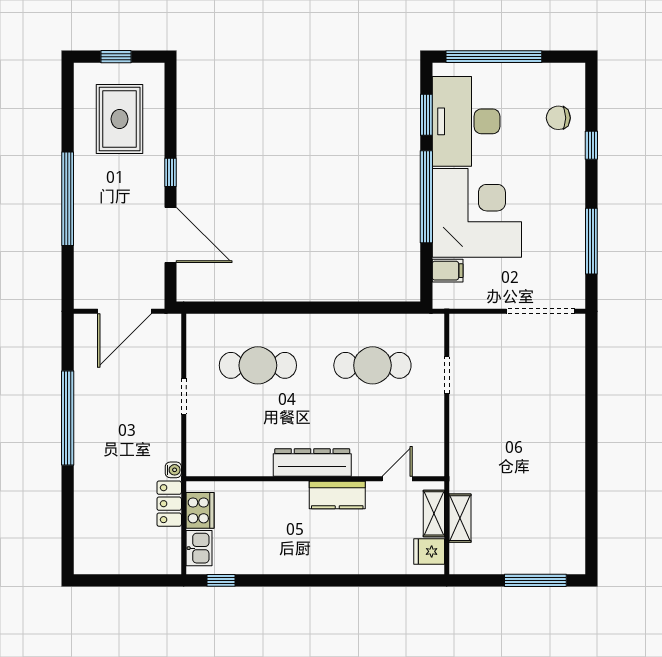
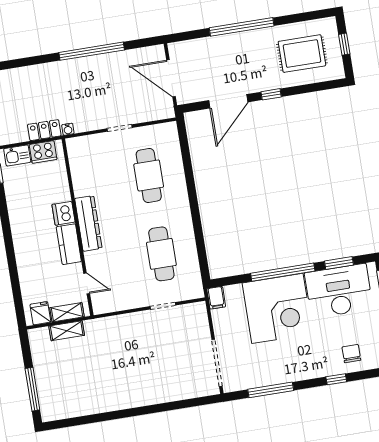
filing cabinet: (448, 271) -> (216, 298), moved
dishwasher: (292, 495) -> (64, 213), added

